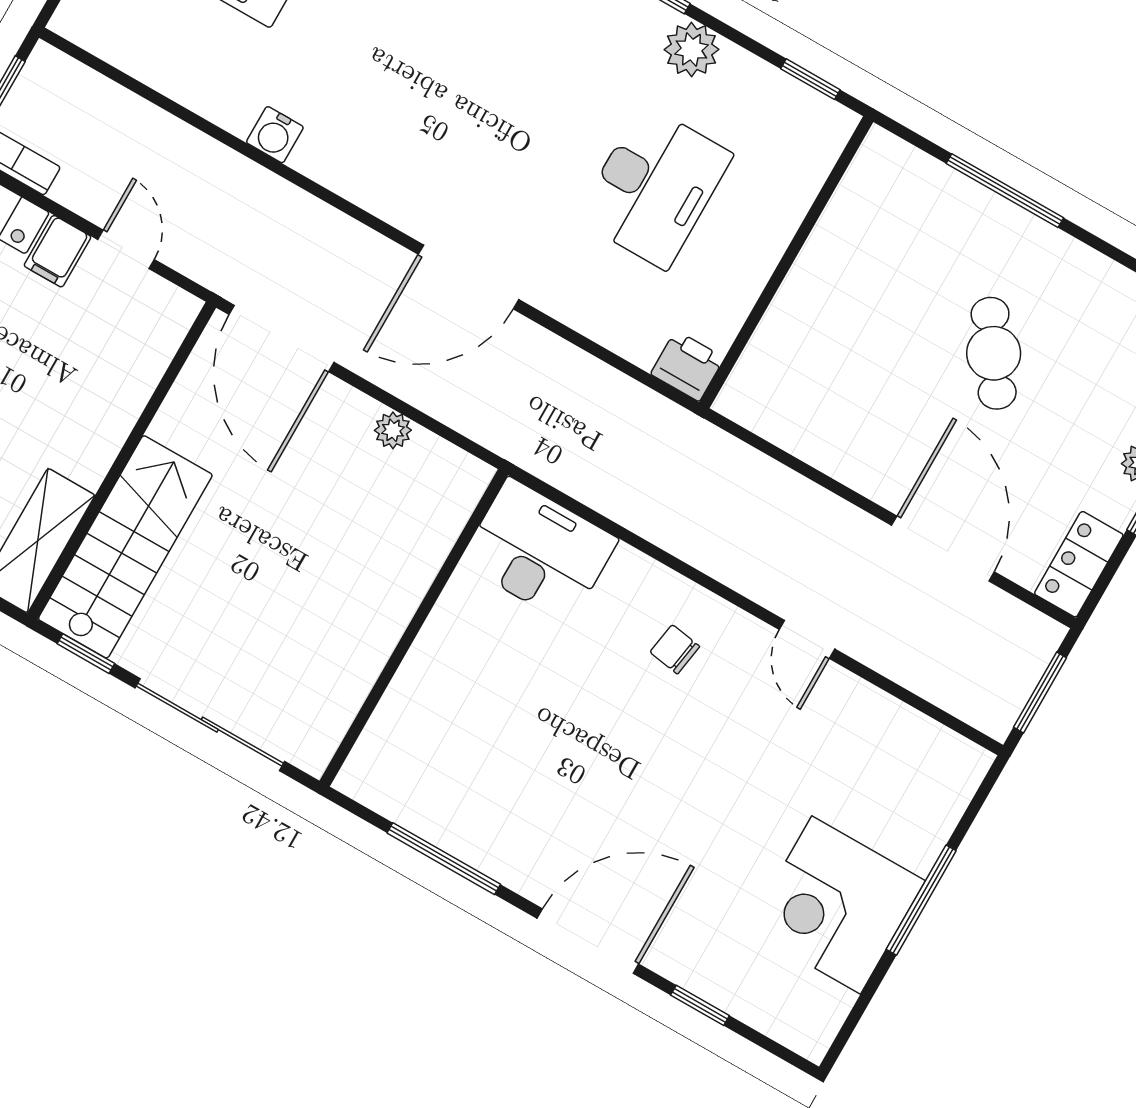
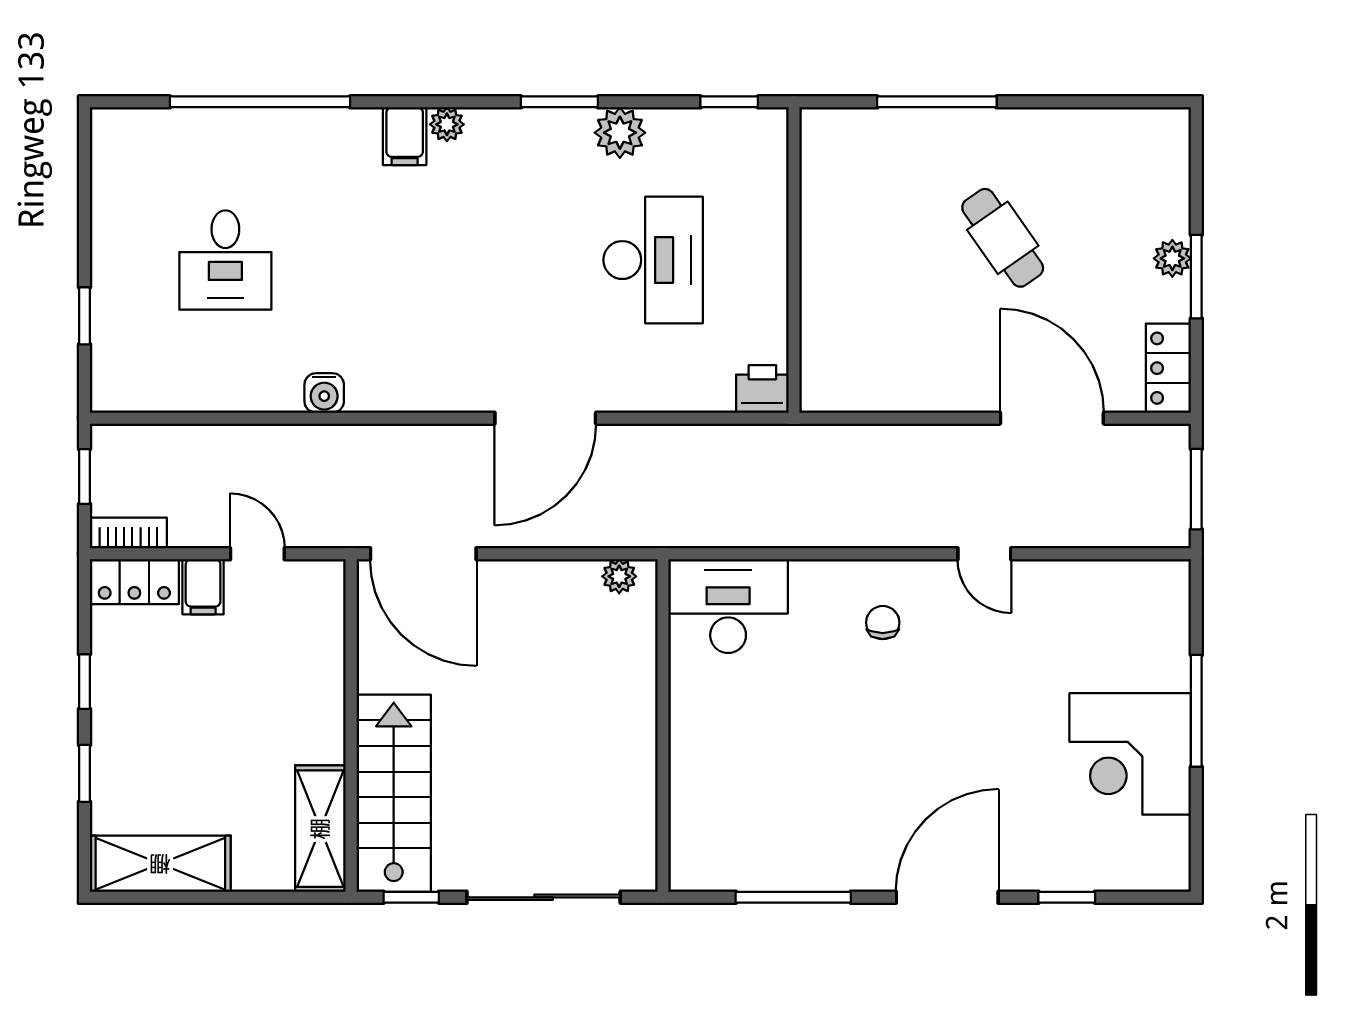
plant: (393, 430) -> (619, 576), moved
chair: (675, 649) -> (883, 623), turned 81

